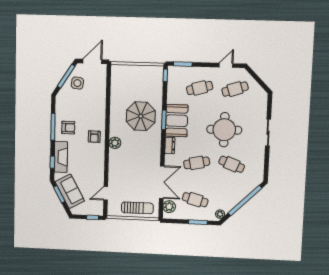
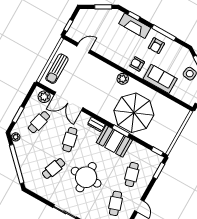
parasol: (141, 116) -> (134, 113), width x1.36, depth x1.36
sofa: (70, 191) -> (160, 79), moved, turned -151
door: (106, 193) -> (84, 48), hinge flipped

